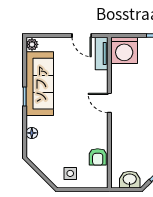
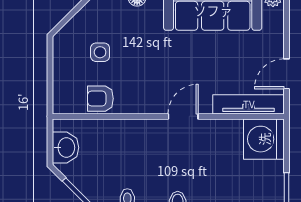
tv unit: (102, 53) -> (249, 104), width x1.41
side table: (70, 173) -> (100, 52), moved

